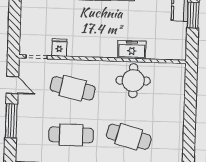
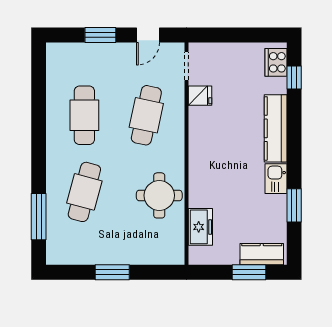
freezer: (132, 50) -> (200, 227), moved
window: (190, 118) -> (112, 272), added
window: (11, 121) -> (100, 35), width x0.69

